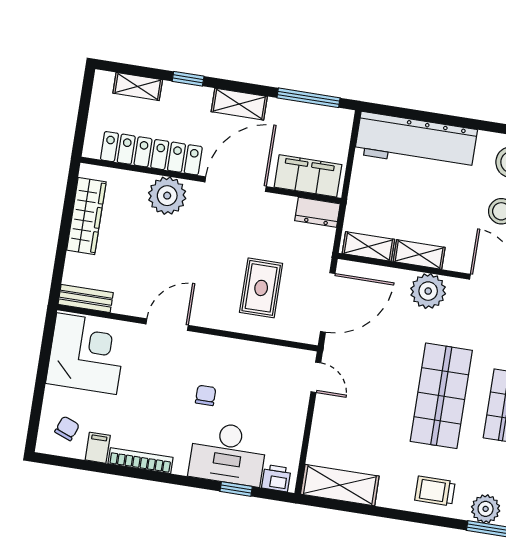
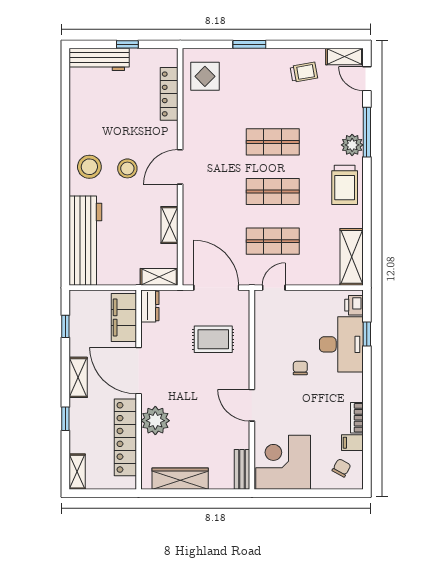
shelving: (138, 86) -> (77, 472), moved
window: (308, 98) -> (65, 326), width x0.46
shelving: (368, 246) -> (159, 277), moved, turned 90
plant: (428, 291) -> (196, 214), removed
shop shelf: (377, 386) -> (273, 241), added
chair: (206, 395) -> (300, 368), turned 90
shop shelf: (441, 396) -> (273, 192), width x0.70, depth x0.74
chair: (67, 428) -> (341, 468), turned 98
bookcase: (140, 461) -> (357, 418), width x0.64
trolley: (435, 491) -> (345, 185), width x1.36, depth x1.39

